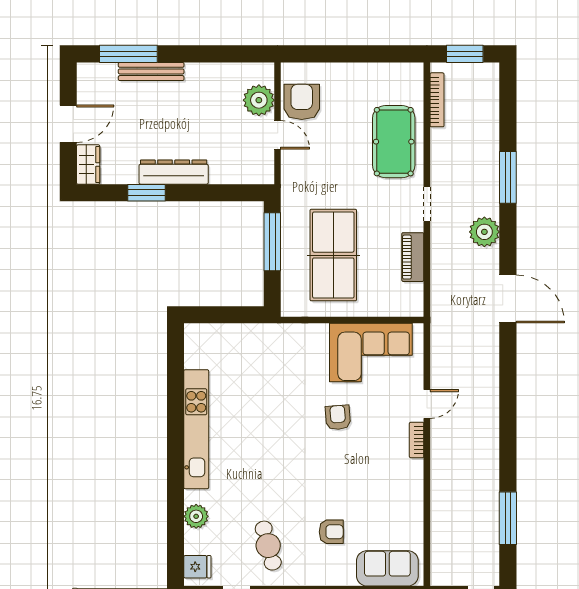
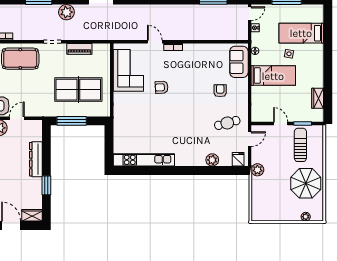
dresser: (174, 172) -> (36, 159), moved
kitchen unit: (196, 429) -> (144, 160), moved

